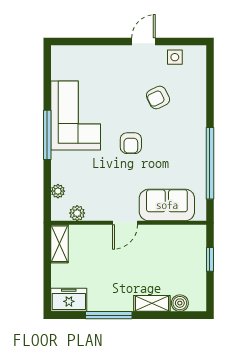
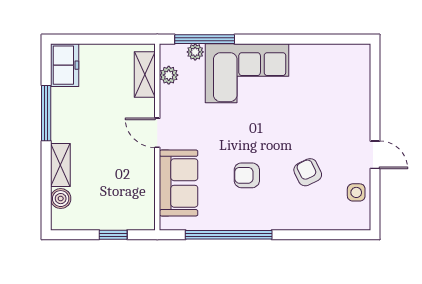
corner sofa: (76, 116) -> (247, 73), moved
window: (47, 135) -> (205, 39), moved
armchair: (131, 143) -> (247, 175), moved
shelving: (60, 244) -> (145, 75), moved, turned 90

